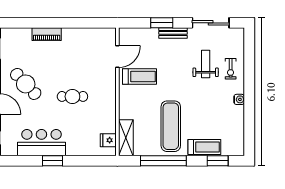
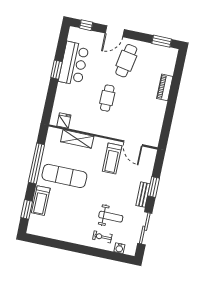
cafe table: (26, 84) -> (126, 61), turned -37
water cooler: (239, 99) -> (119, 248), moved
shelving: (126, 138) -> (77, 139), moved

